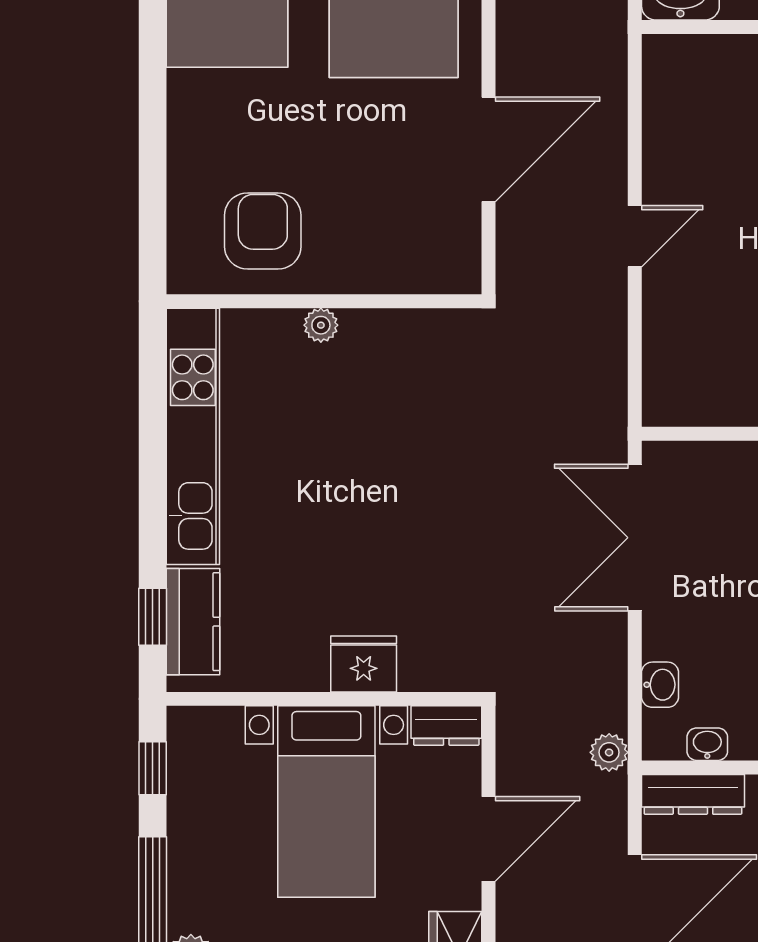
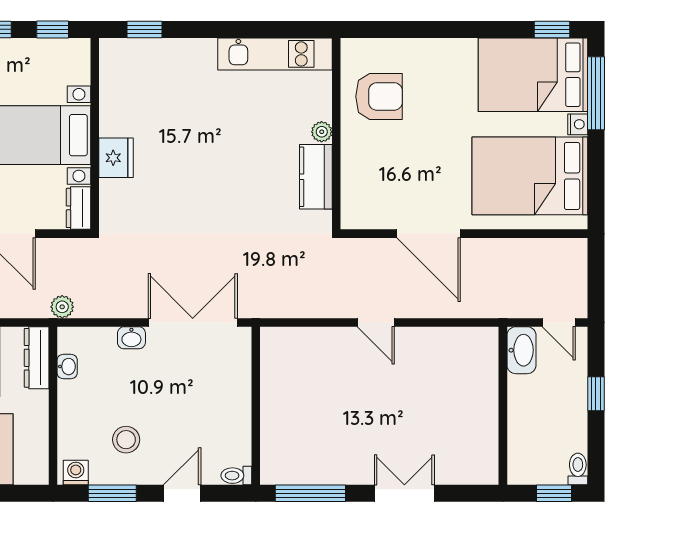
kitchen unit: (193, 436) -> (275, 54), width x0.73
kitchen counter: (193, 622) -> (316, 177), moved, turned 90
washbasin: (660, 685) -> (131, 338), moved

